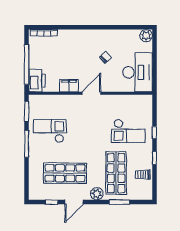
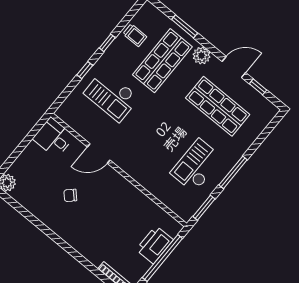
desk: (138, 72) -> (54, 138), width x0.53, depth x0.77
printer: (37, 81) -> (155, 245), moved
filing cabinet: (69, 86) -> (135, 197), removed
door: (91, 93) -> (99, 153), moved
checkout: (50, 131) -> (197, 166), turned 90
checkout: (128, 131) -> (111, 96), turned 180

